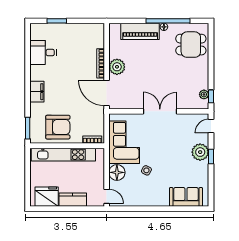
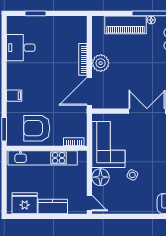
filing cabinet: (37, 92) -> (14, 96), width x0.50
door: (107, 93) -> (89, 91), hinge flipped
armchair: (58, 127) -> (37, 128), turned 180

